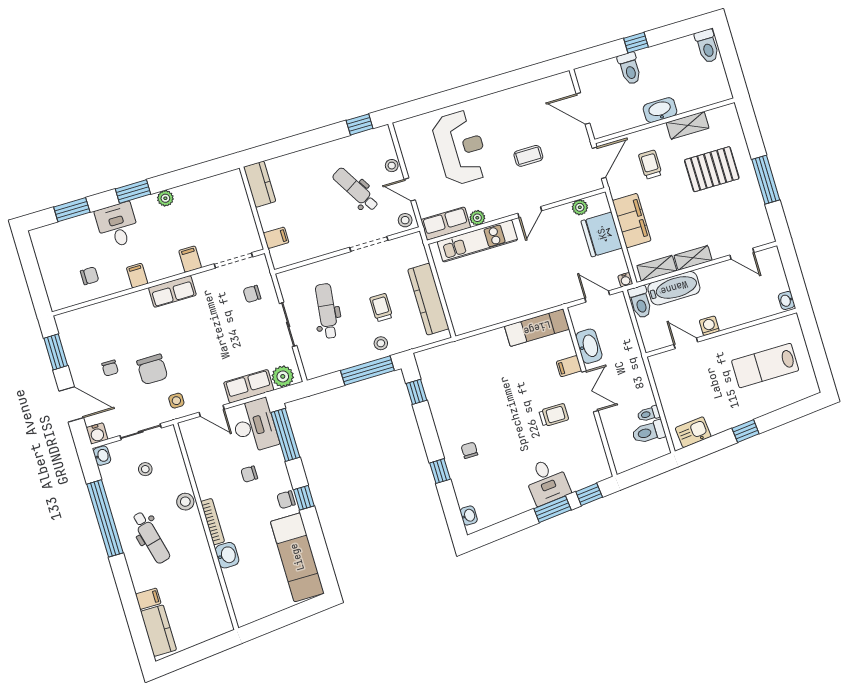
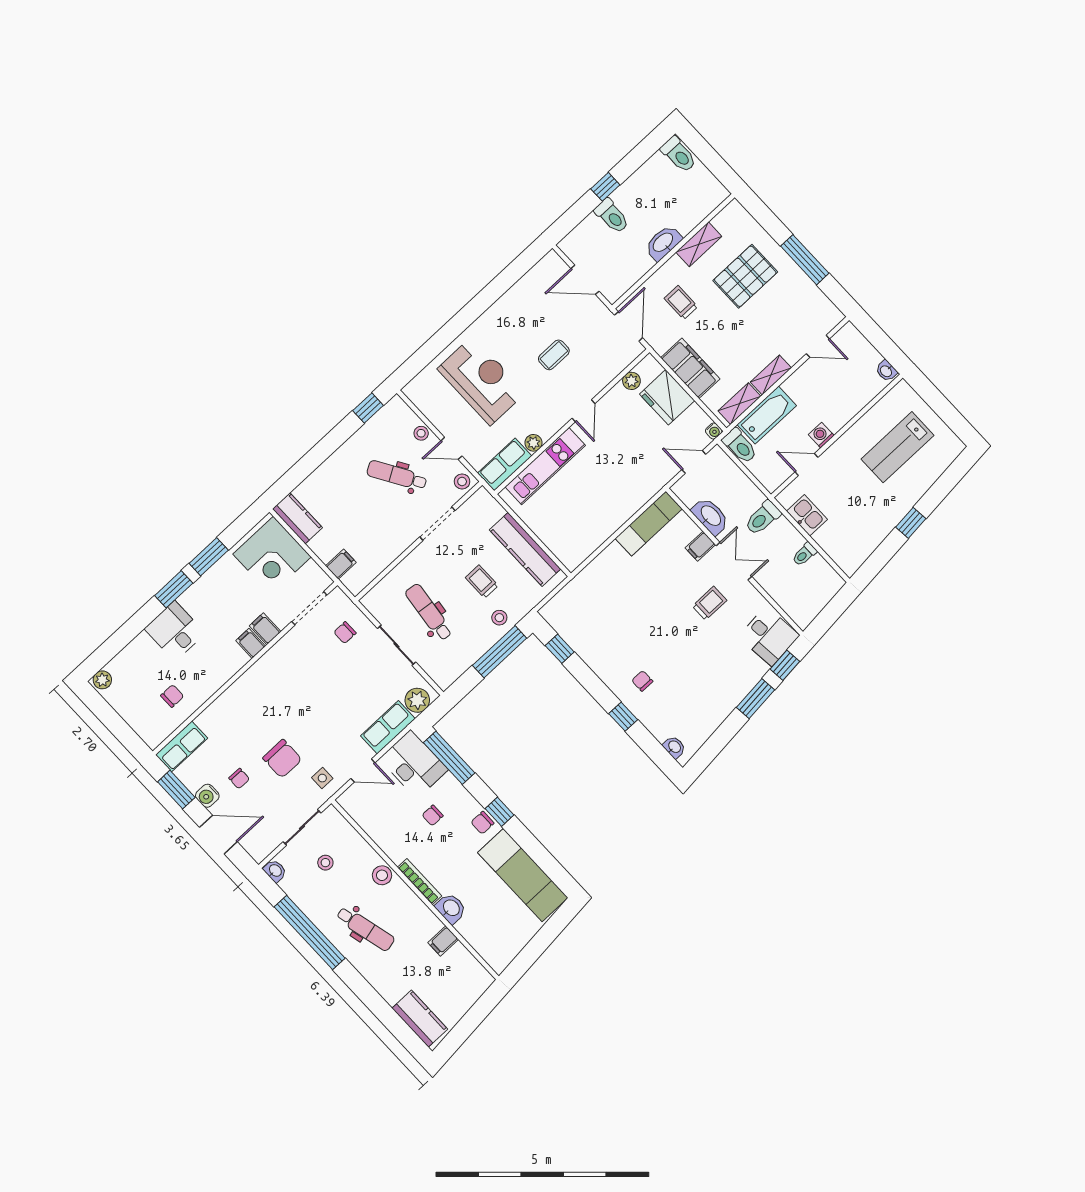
plant: (165, 198) -> (102, 680), moved
corner desk: (225, 204) -> (272, 556), added
window: (72, 210) -> (209, 557), moved
filing cabinet: (137, 276) -> (251, 643), moved
row of seats: (172, 291) -> (182, 746), moved
toilet: (649, 432) -> (763, 518), moved
kitchen sink: (693, 432) -> (807, 515), moved, turned 96
water cooler: (97, 433) -> (207, 796), moved, turned 90
desk: (547, 481) -> (769, 636), moved
filing cabinet: (148, 599) -> (443, 941), moved, turned 180

